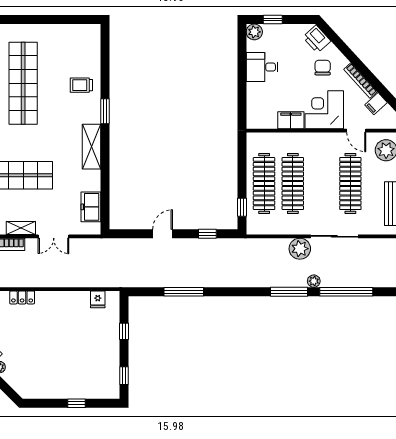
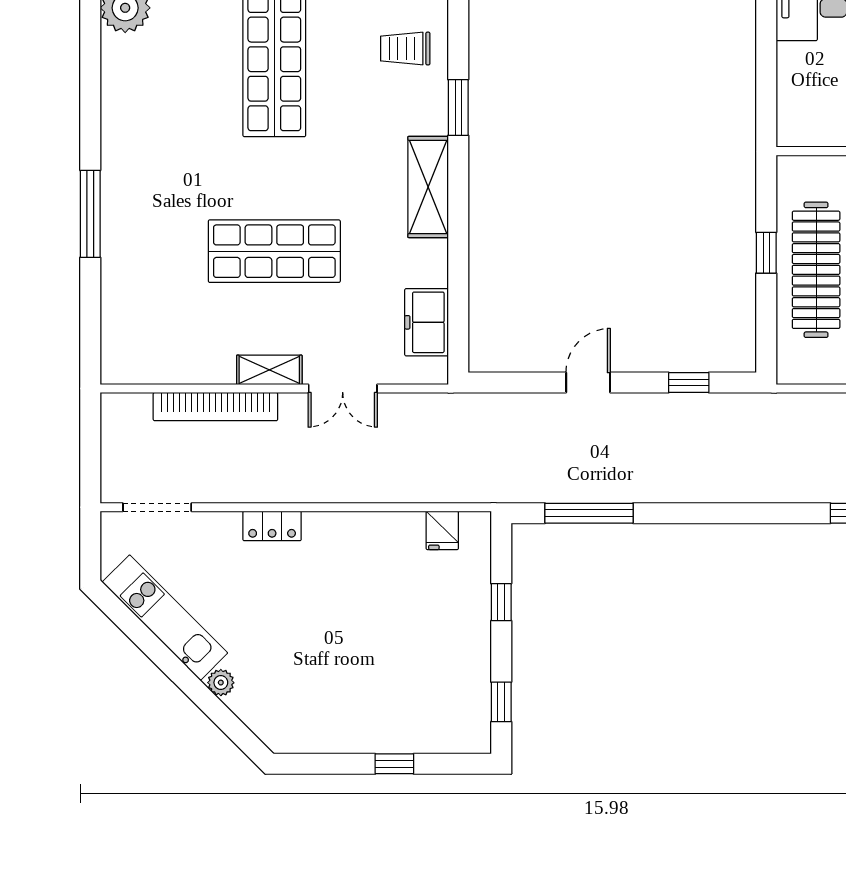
window: (242, 207) -> (766, 253), moved
window: (184, 292) -> (589, 513), moved

